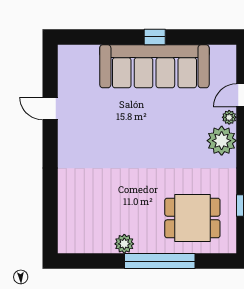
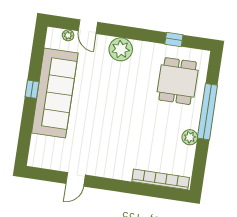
plant: (229, 117) -> (68, 35), moved
bookcase: (66, 215) -> (161, 179), added

